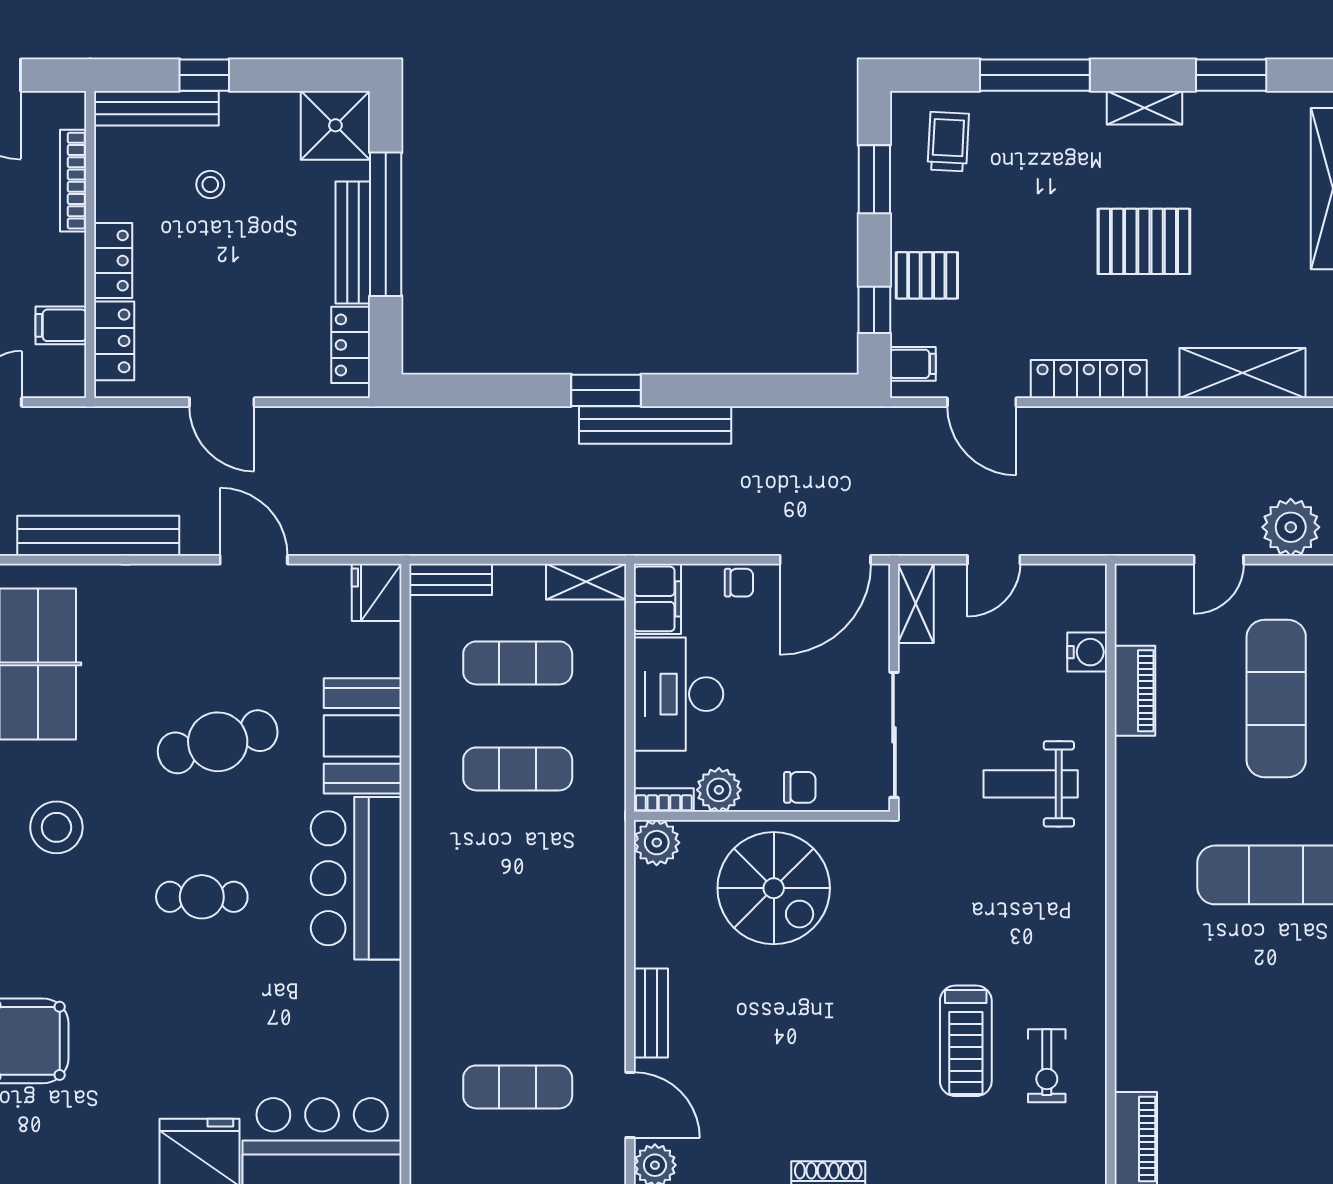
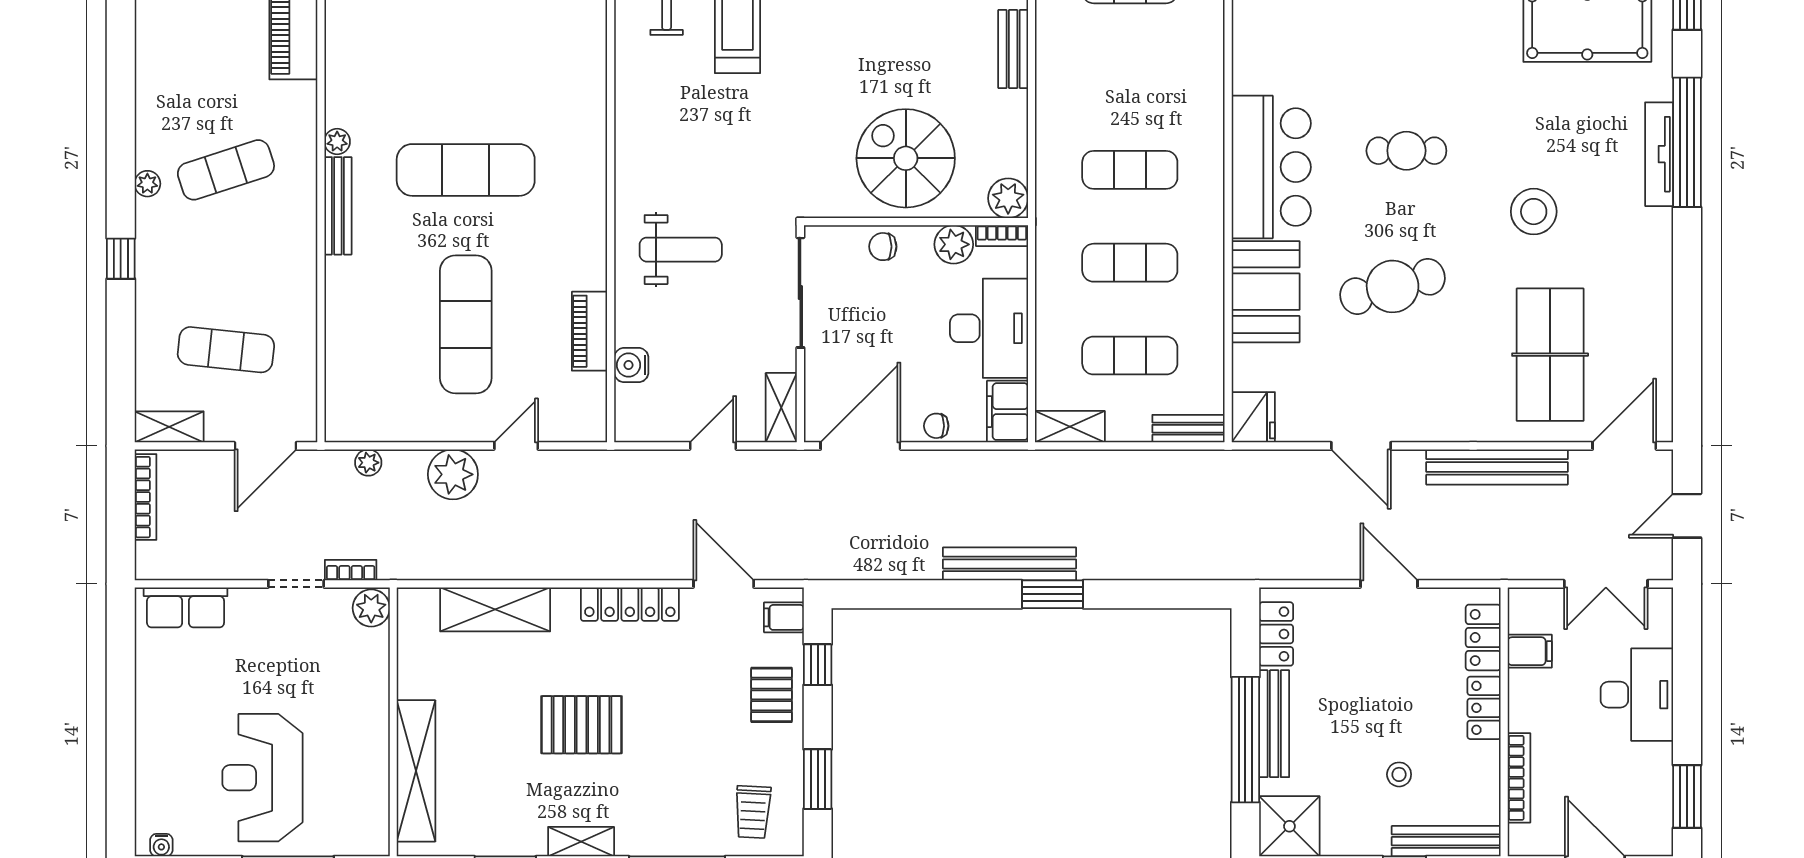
pallet: (927, 275) -> (772, 695), turned 90
exercise mat: (518, 875) -> (1130, 170), added

